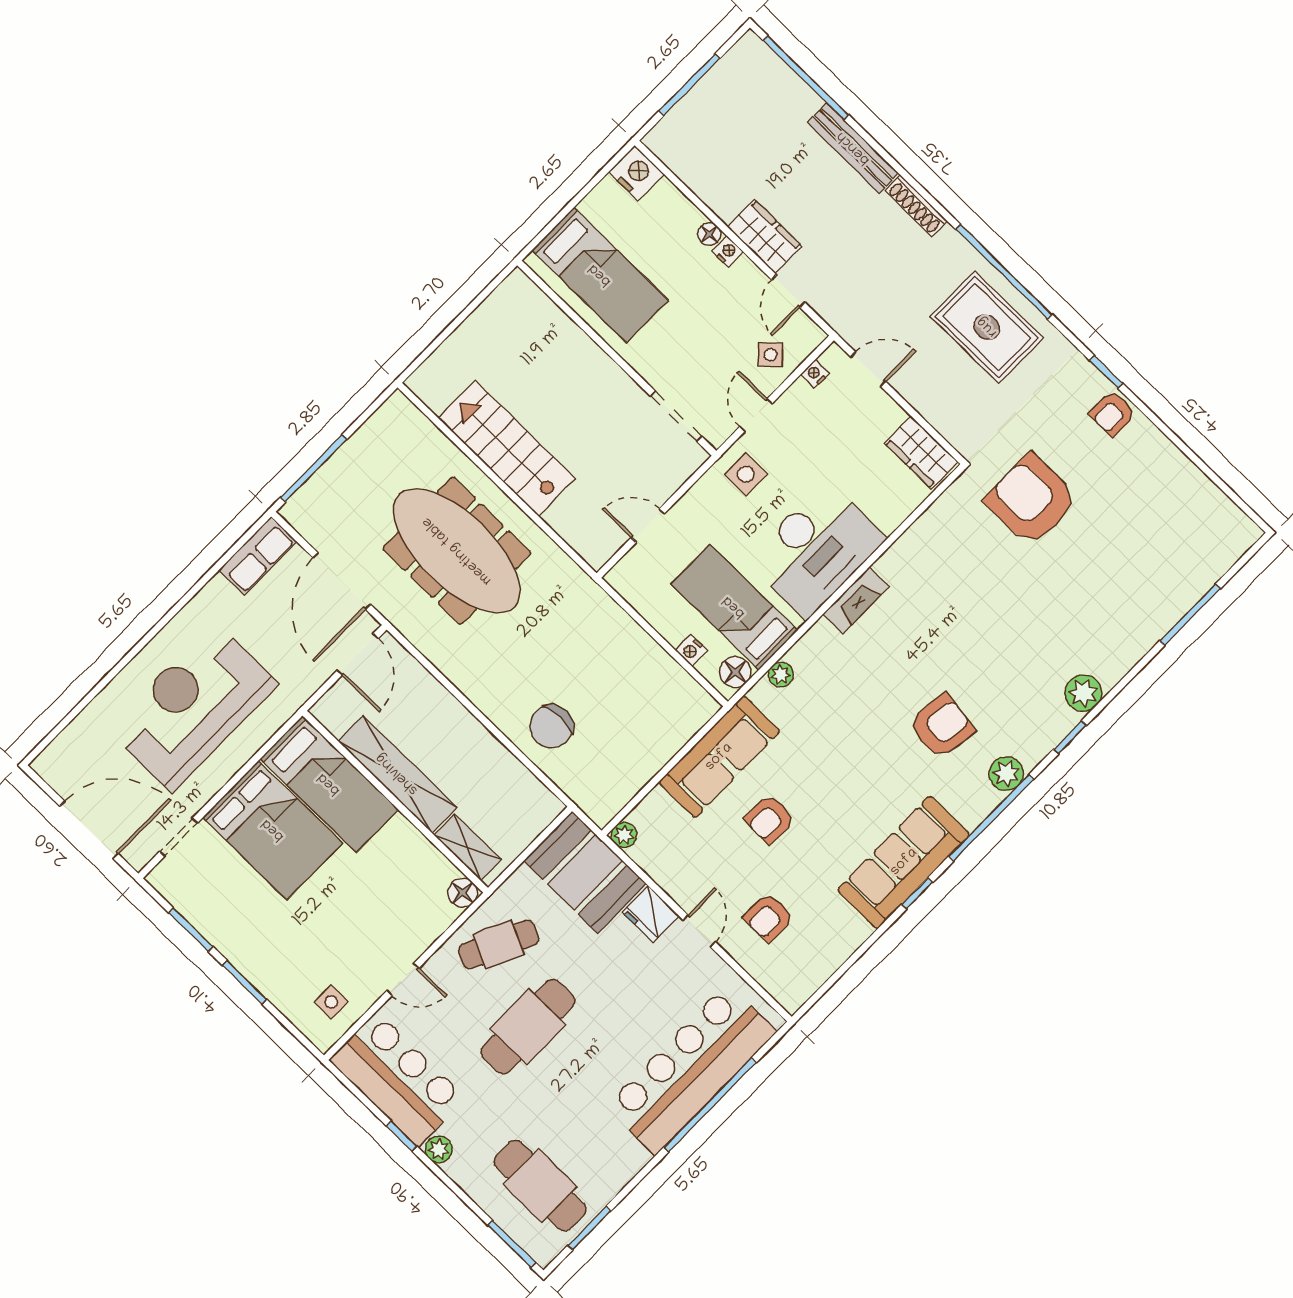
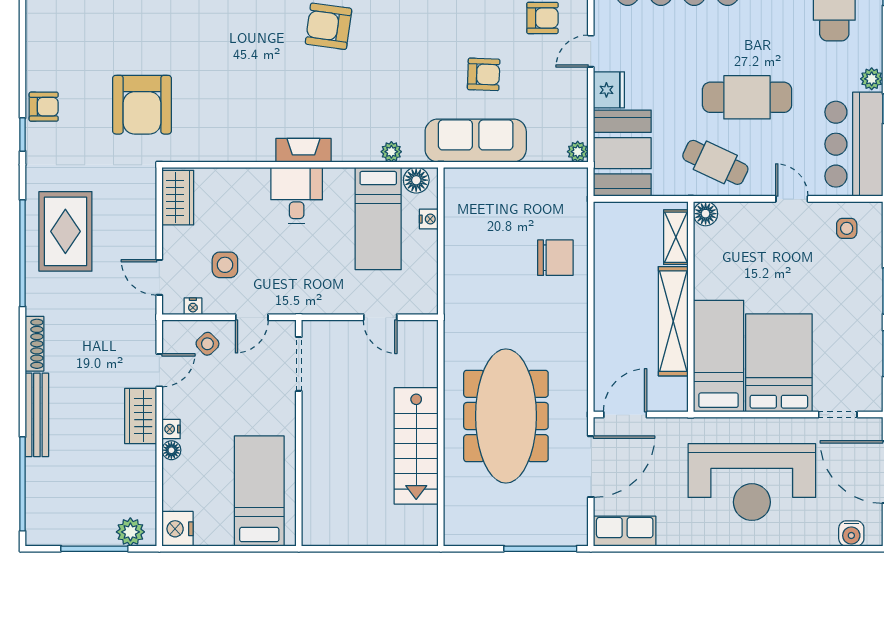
plant: (673, 130) -> (130, 532), added
side table: (746, 474) -> (225, 265), moved
desk: (816, 550) -> (297, 195), width x0.53, depth x0.77
water cooler: (65, 749) -> (851, 533), added

